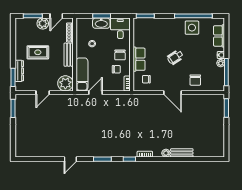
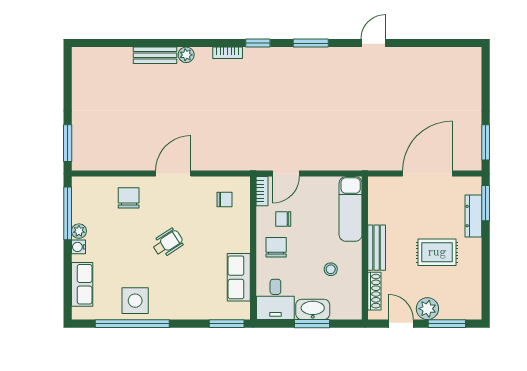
door: (56, 16) -> (401, 324), hinge flipped
row of seats: (139, 59) -> (239, 277), moved
plant: (65, 83) -> (383, 192), removed
door: (43, 93) -> (427, 173), width x1.87
door: (96, 93) -> (286, 173), moved
door: (172, 93) -> (173, 173), hinge flipped

